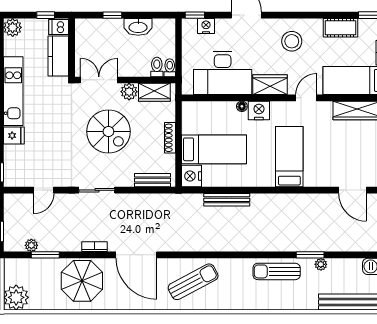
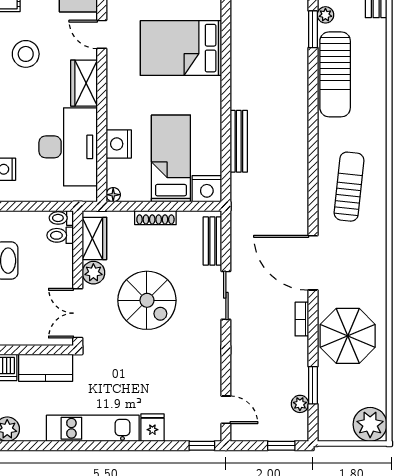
floor lamp: (242, 106) -> (113, 195), moved
nightstand: (259, 110) -> (119, 144), moved
spiral stairs: (108, 131) -> (147, 300), turned 90
bed: (289, 157) -> (181, 48), width x1.50
door: (44, 190) -> (226, 410), moved
sliding door: (97, 190) -> (226, 295), moved
door: (136, 255) -> (313, 263), swing flipped
sun lounger: (277, 271) -> (335, 74), width x1.36, depth x1.34
sun lounger: (193, 282) -> (349, 187), turned 34

